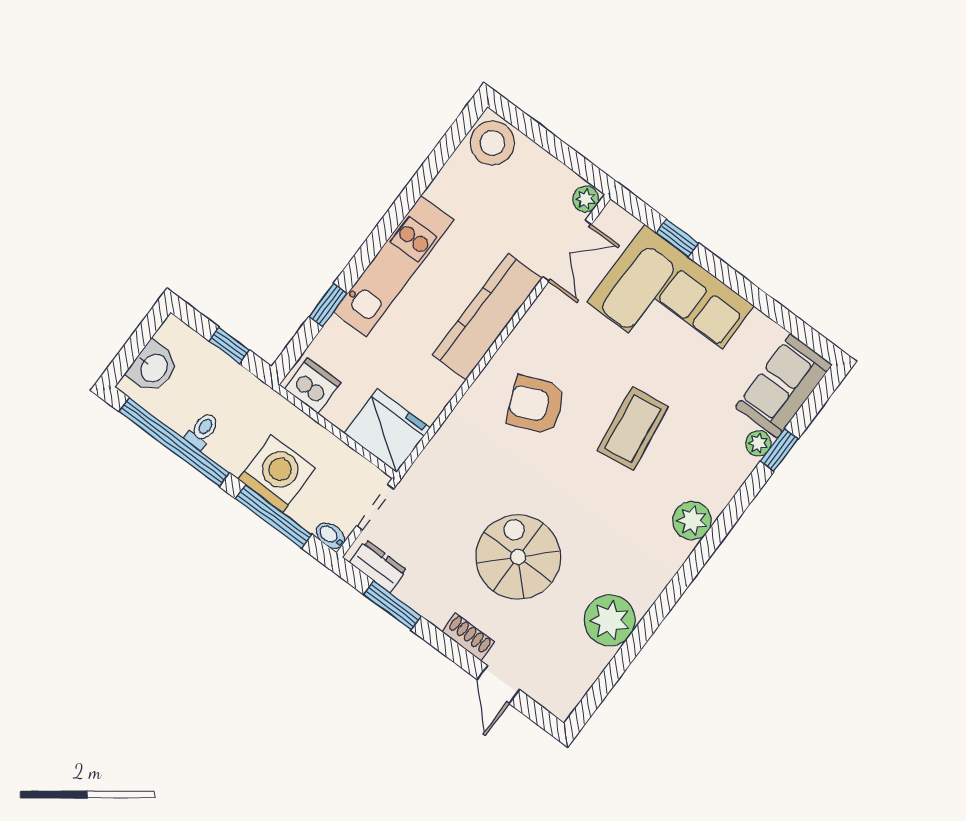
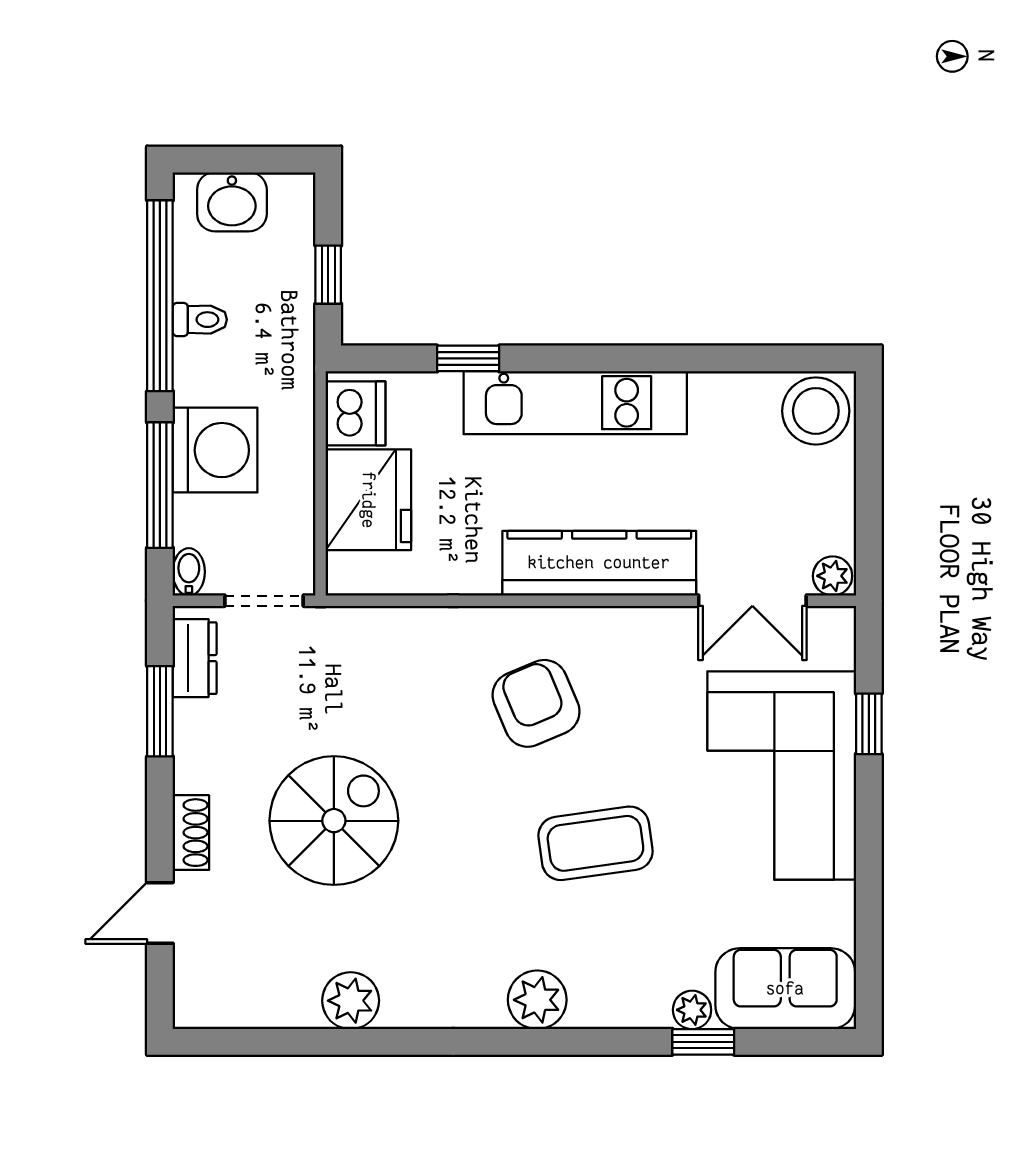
fridge: (387, 431) -> (368, 500), moved
plant: (610, 620) -> (351, 1001), width x0.73, depth x0.73

